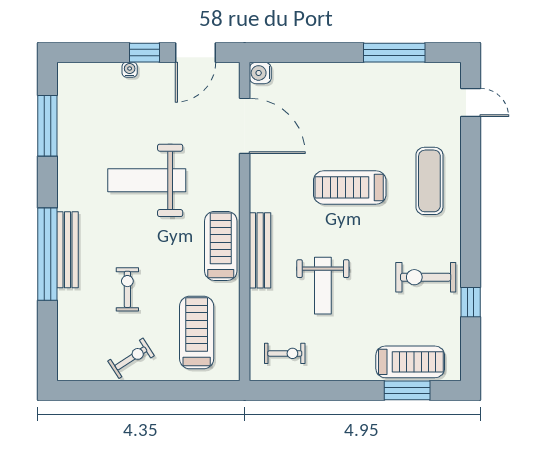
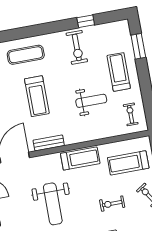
treadmill: (221, 246) -> (80, 159), turned 180
bench: (260, 250) -> (49, 143), moved, width x0.73
treadmill: (410, 362) -> (119, 72), moved

